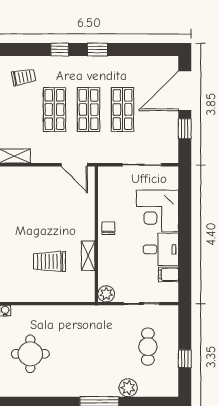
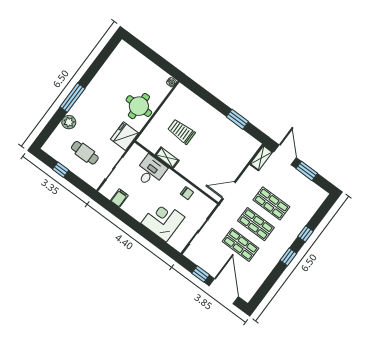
trolley: (24, 77) -> (305, 199), removed
chair: (108, 228) -> (187, 193), moved
desk: (161, 249) -> (151, 171), moved, turned 180
trolley: (49, 261) -> (181, 131), turned -90
plant: (106, 294) -> (136, 151), removed
fridge: (99, 318) -> (125, 136), added
round table: (30, 354) -> (139, 106), moved

